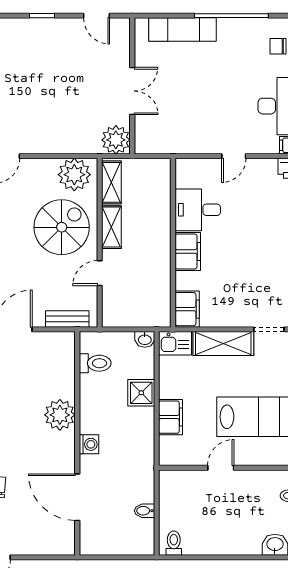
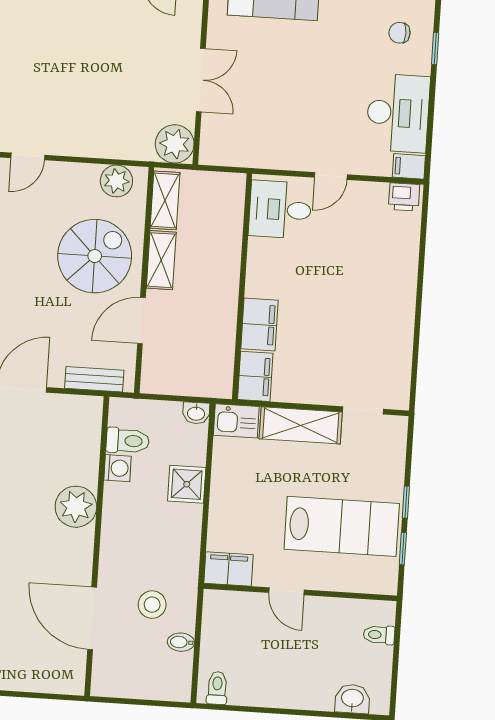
plant: (74, 175) -> (116, 181), width x0.73, depth x0.73
desk: (198, 210) -> (280, 210), moved
filing cabinet: (188, 251) -> (259, 324), moved
door: (100, 273) -> (141, 321), width x1.38
filing cabinet: (171, 417) -> (229, 569), moved, turned -90
washing machine: (89, 444) -> (118, 468), moved
door: (221, 468) -> (286, 591), swing flipped
stool: (121, 484) -> (152, 605), added

